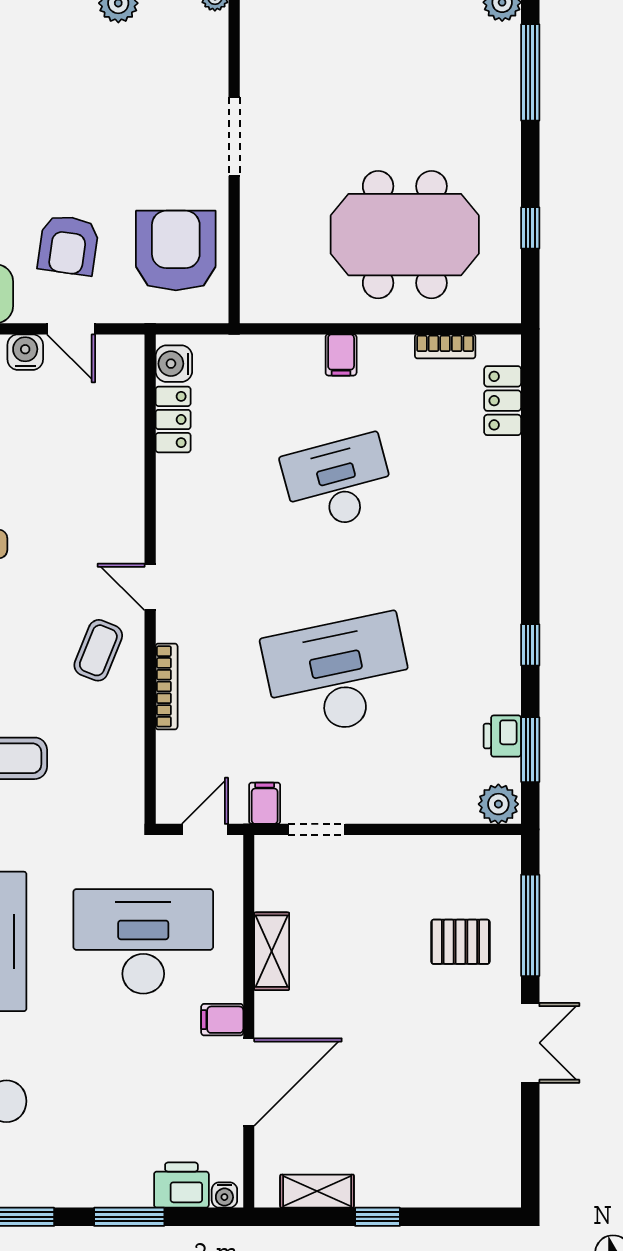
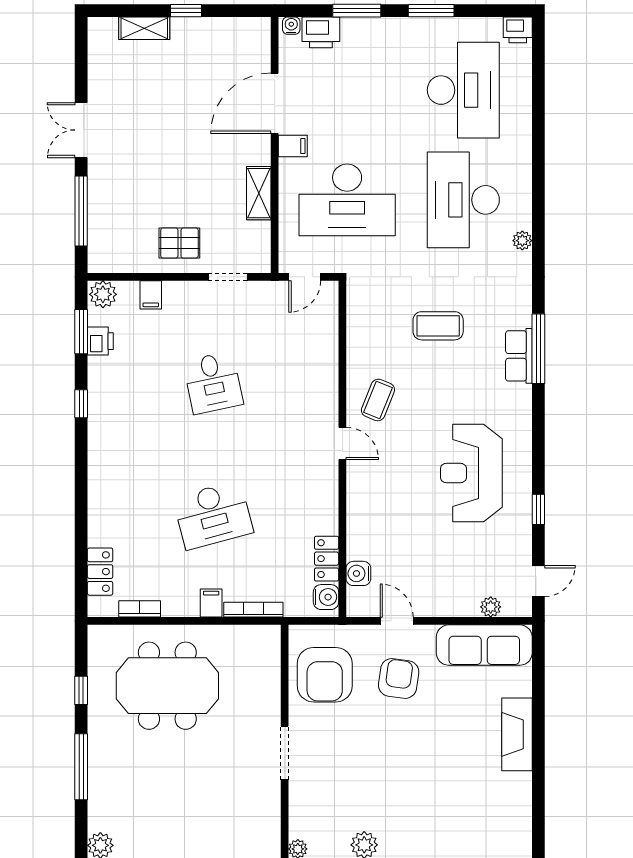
window: (530, 72) -> (81, 767), moved
water cooler: (25, 352) -> (358, 573), moved, turned 90
desk: (338, 675) -> (213, 383), width x0.53, depth x0.77
bookcase: (167, 686) -> (253, 610), moved, turned 90
filing cabinet: (265, 803) -> (151, 295), moved
pallet: (460, 942) -> (179, 243), moved
shelving: (317, 1191) -> (144, 28), moved

